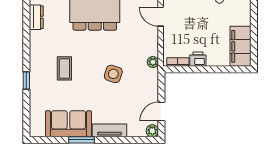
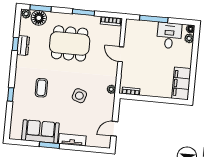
window: (26, 16) -> (15, 44), added
printer: (198, 59) -> (147, 90), removed
plant: (152, 131) -> (106, 143), removed

